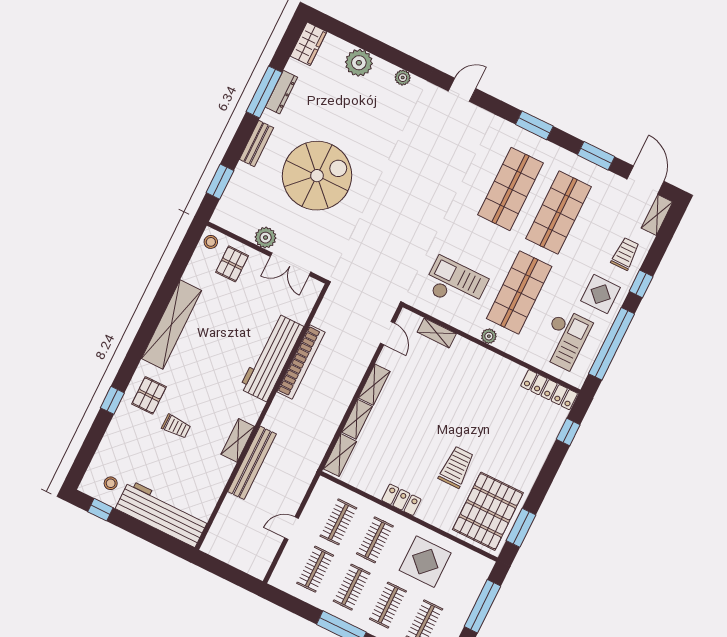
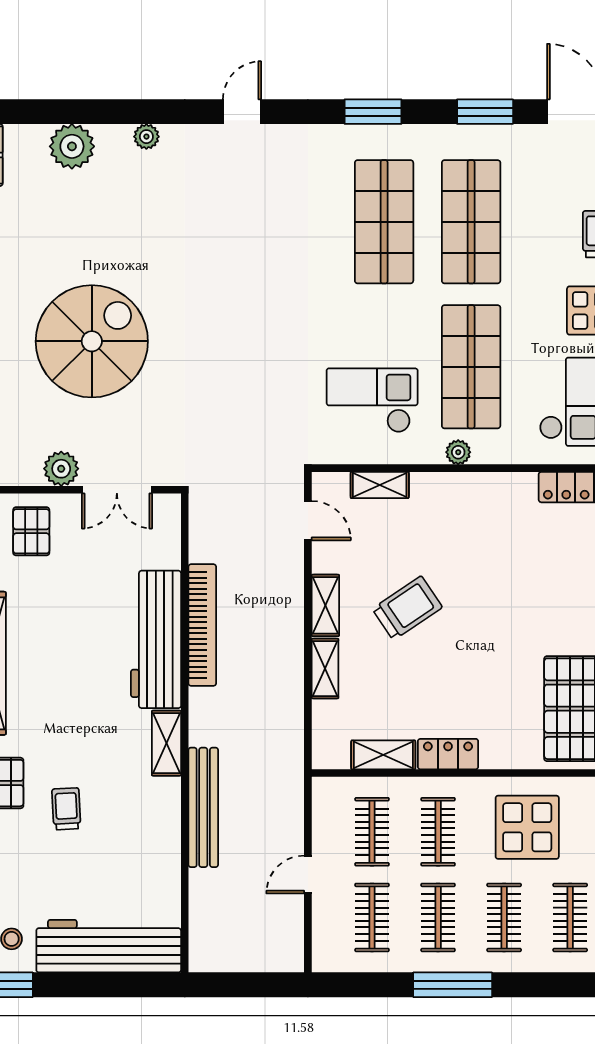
trolley: (176, 426) -> (66, 809), turned -93
shelving: (238, 440) -> (166, 743), moved
shelving: (340, 455) -> (383, 755), moved, turned 90
trolley: (456, 467) -> (407, 608), moved, turned 56

